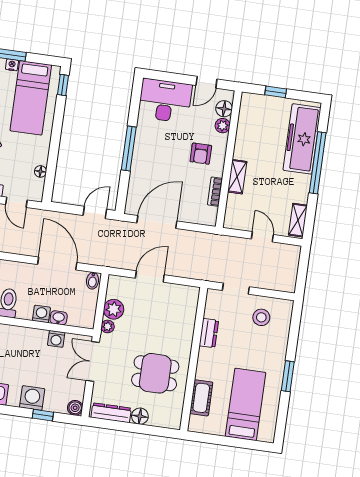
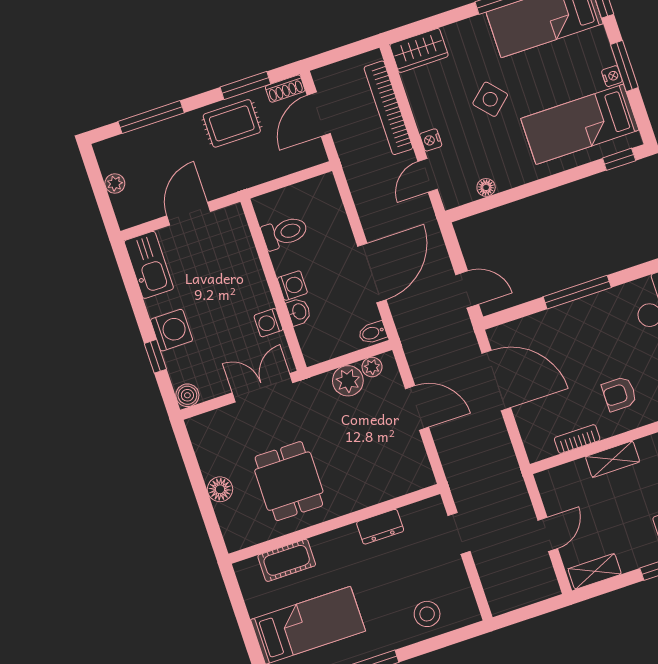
stool: (261, 317) -> (427, 614), moved
plant: (108, 326) -> (372, 367), moved
dresser: (111, 413) -> (205, 448), removed

